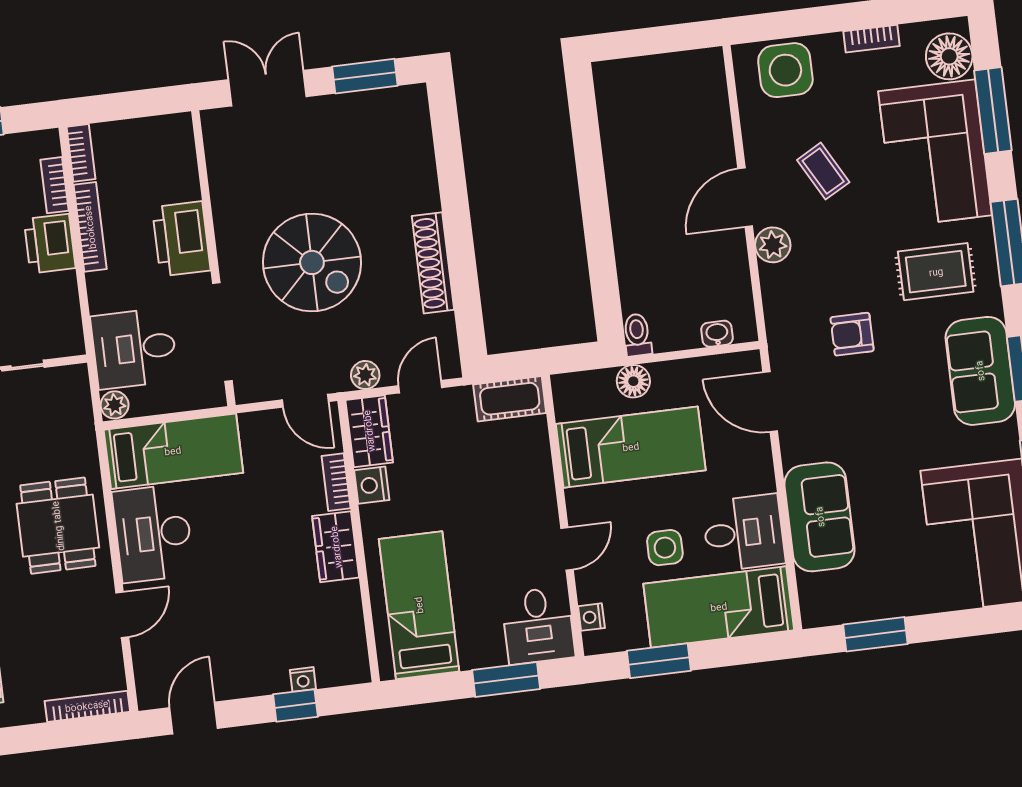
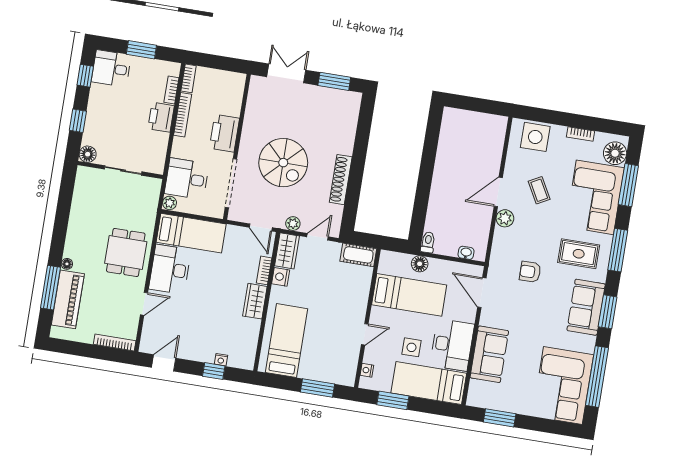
desk: (744, 533) -> (452, 345), width x1.37
desk: (538, 626) -> (340, 367), removed

